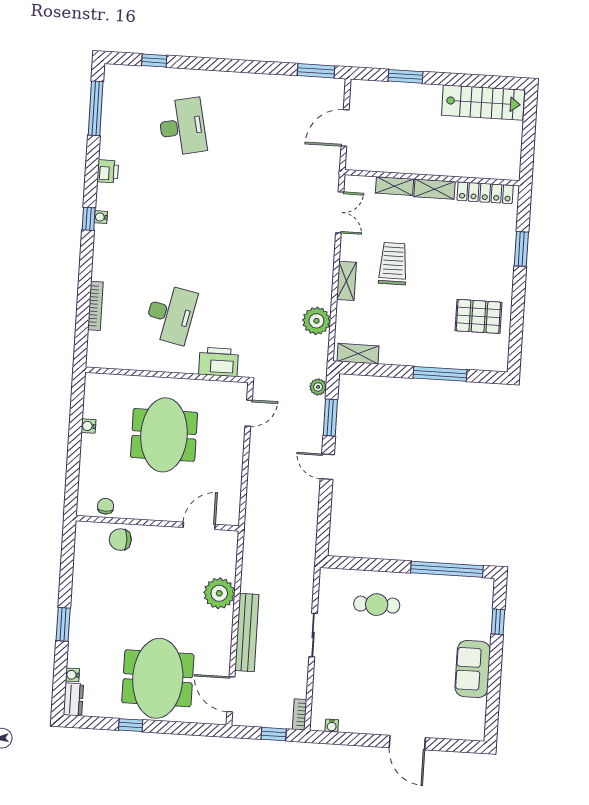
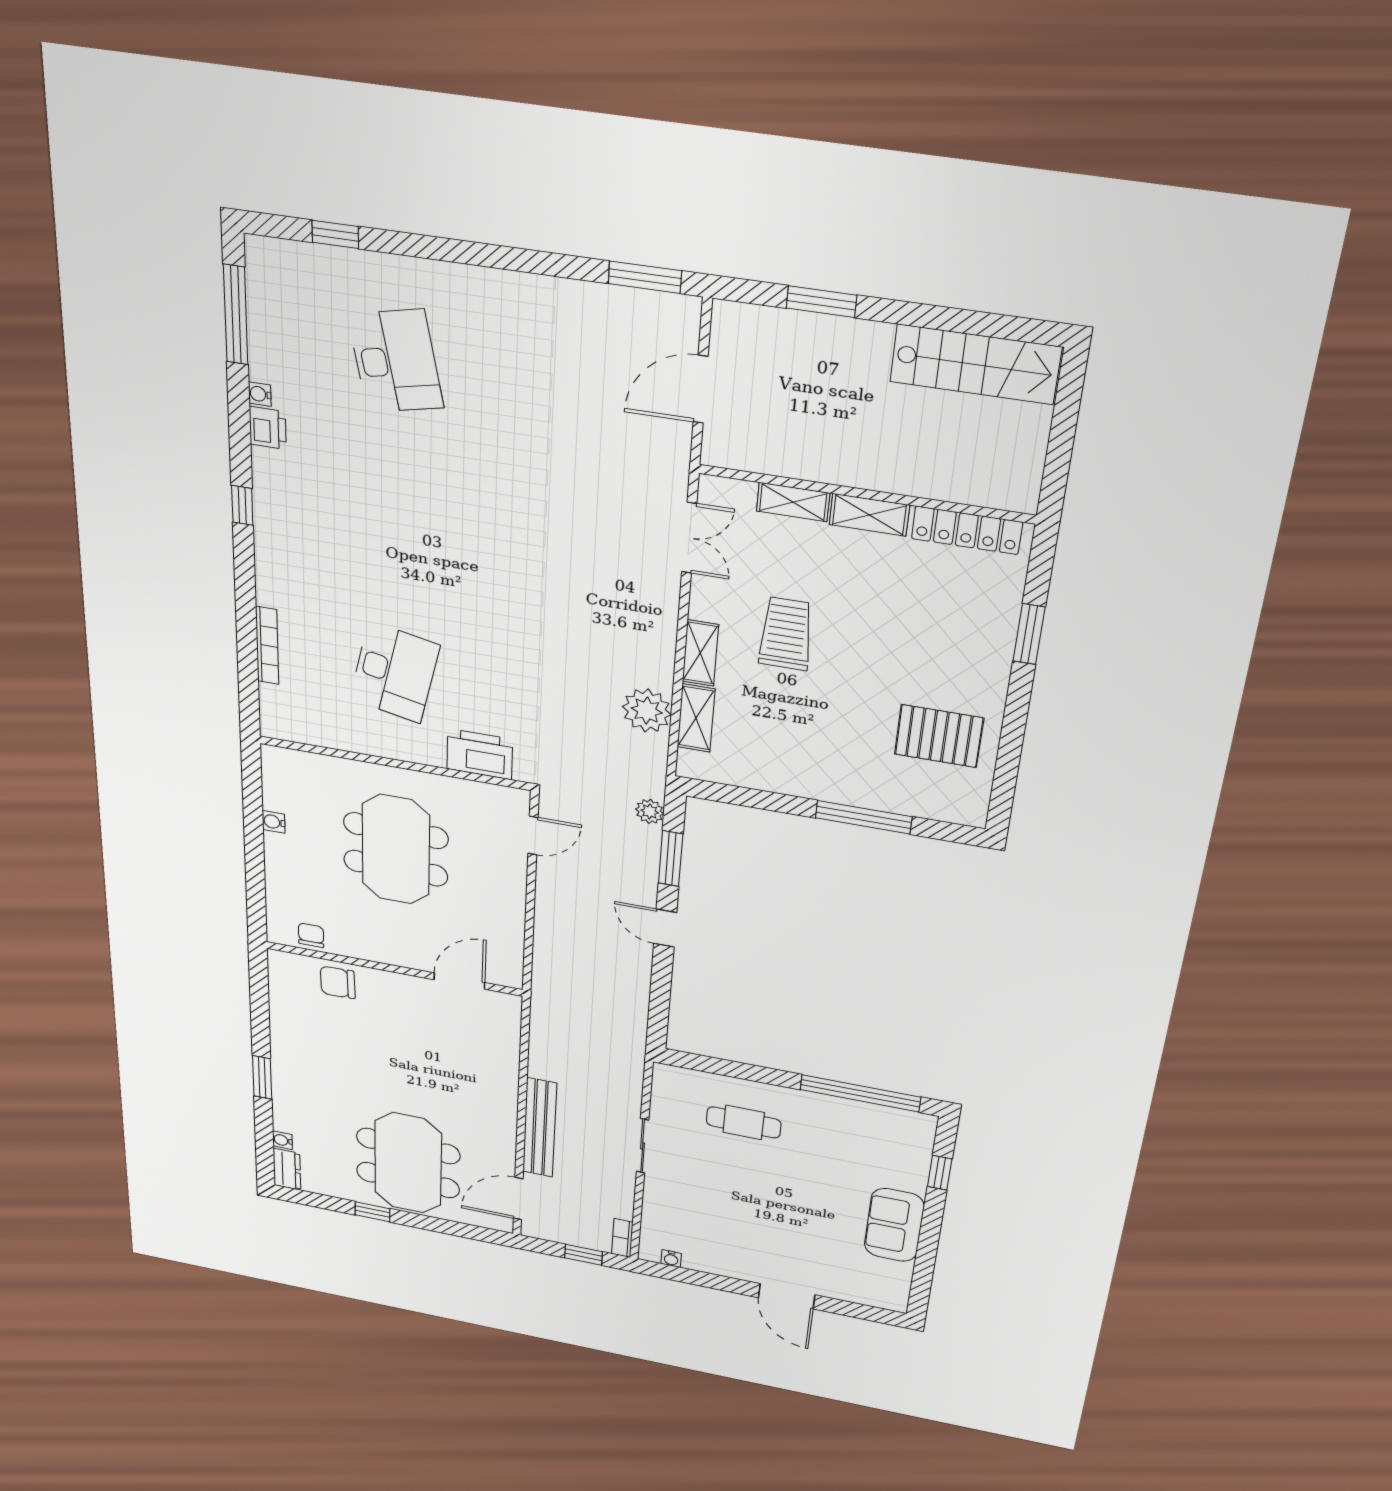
water cooler: (101, 217) -> (260, 394), moved
shelving: (358, 354) -> (696, 718), moved, turned 90
plant: (219, 593) -> (495, 1073), removed
door: (231, 694) -> (518, 1199), hinge flipped

